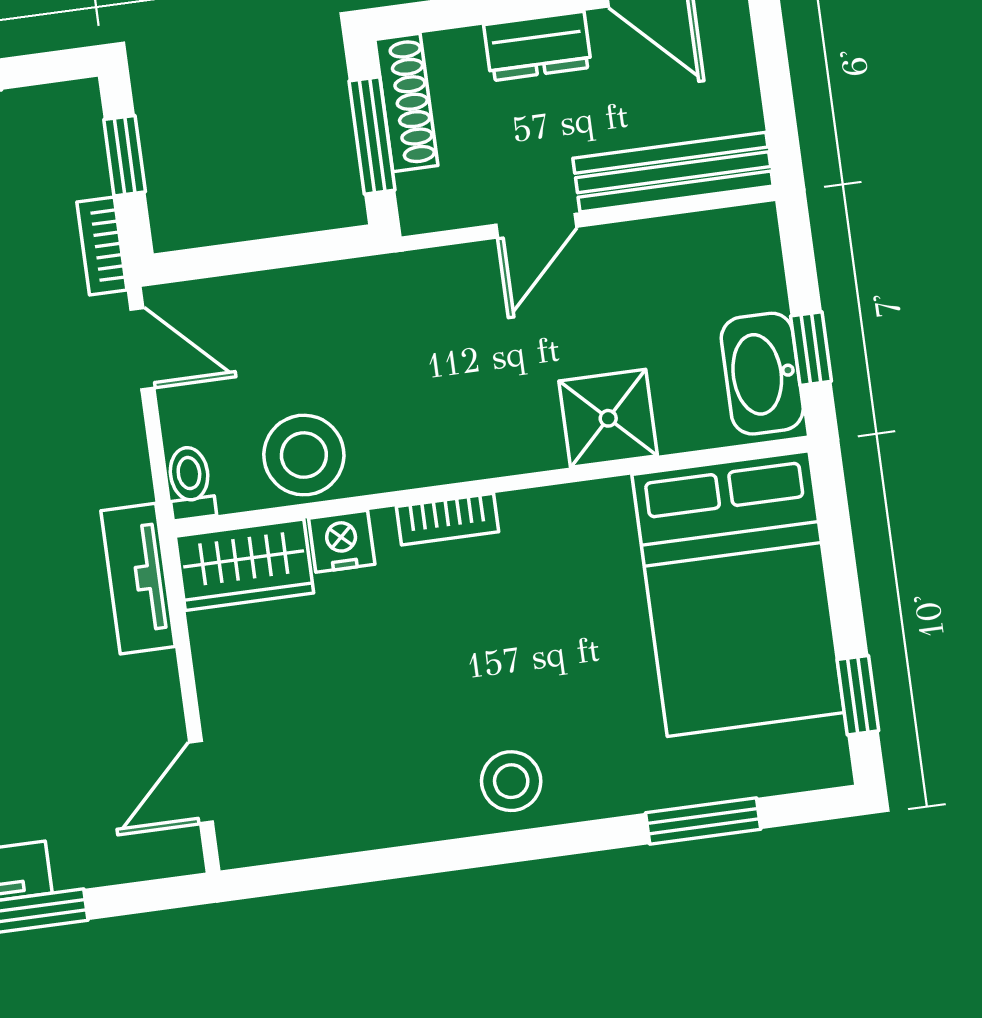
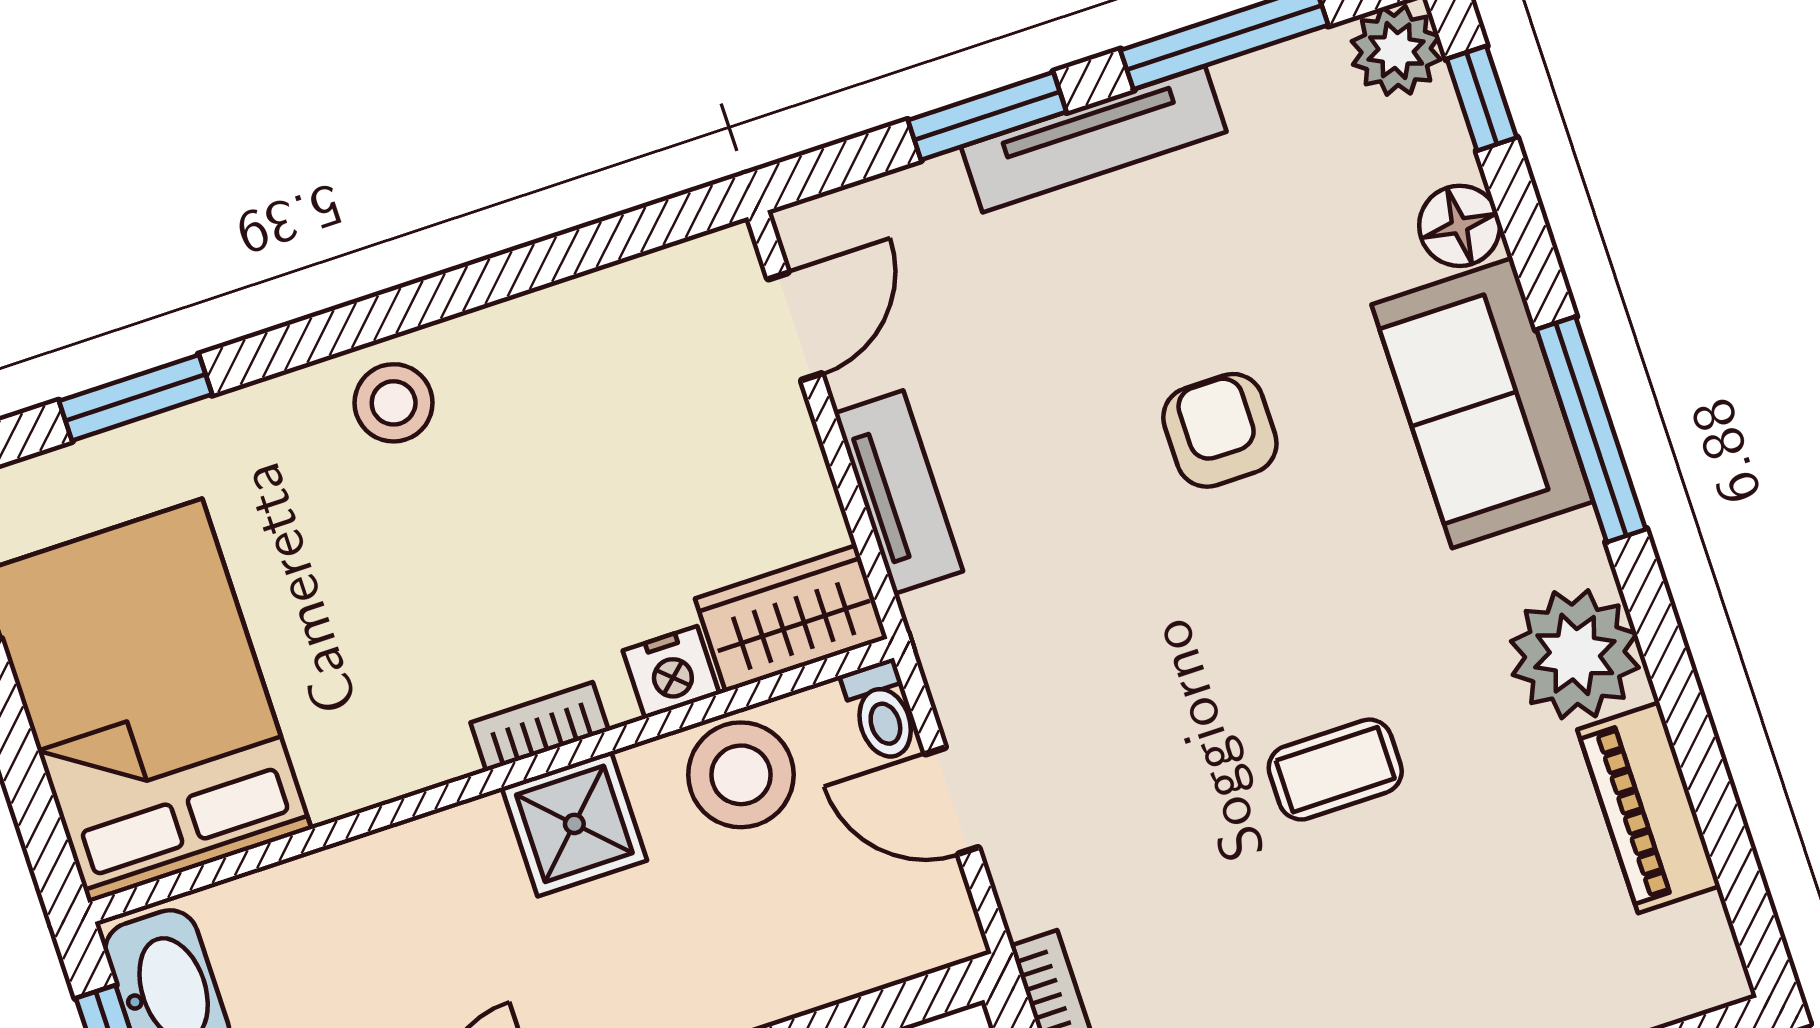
door: (142, 349) -> (952, 801), moved
shower: (608, 418) -> (574, 824), moved
tv unit: (138, 579) -> (899, 492), moved

